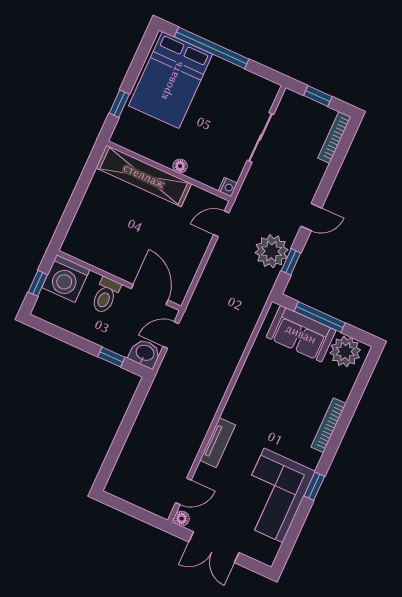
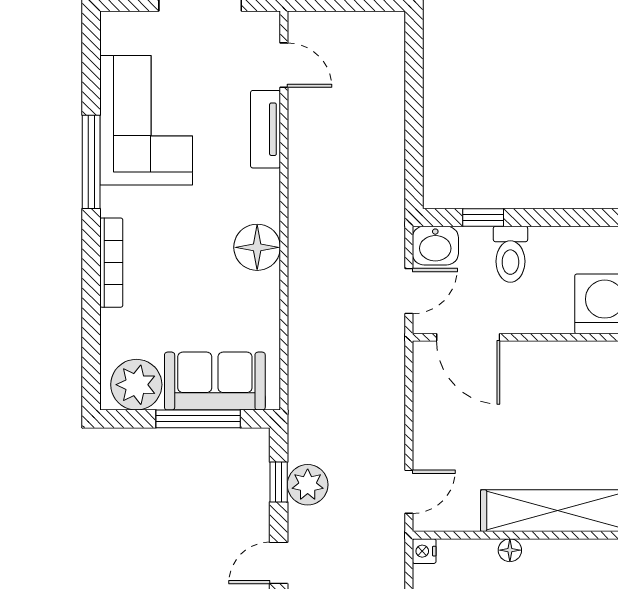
plant: (271, 251) -> (308, 485), width x0.73, depth x0.73
toilet: (106, 295) -> (510, 254), moved, turned 180
tv unit: (218, 443) -> (266, 129), moved
window: (314, 486) -> (91, 162), width x2.17
door: (183, 491) -> (284, 65), swing flipped
floor lamp: (182, 519) -> (257, 247), moved, width x1.89, depth x1.89

